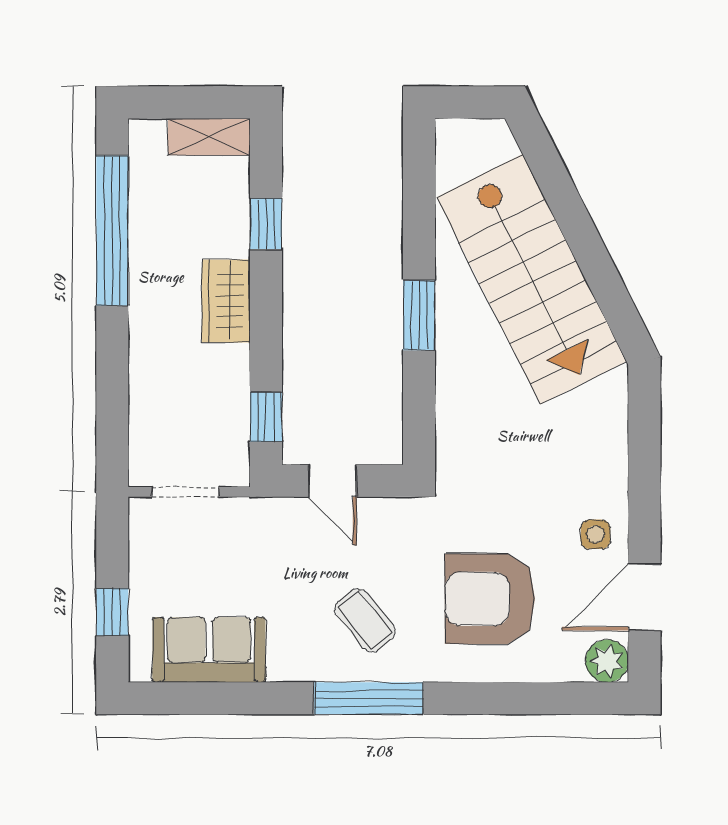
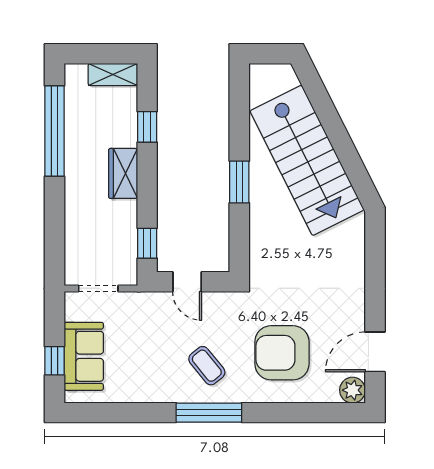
side table: (595, 534) -> (346, 314), removed
sofa: (209, 650) -> (84, 356), moved, turned 90

